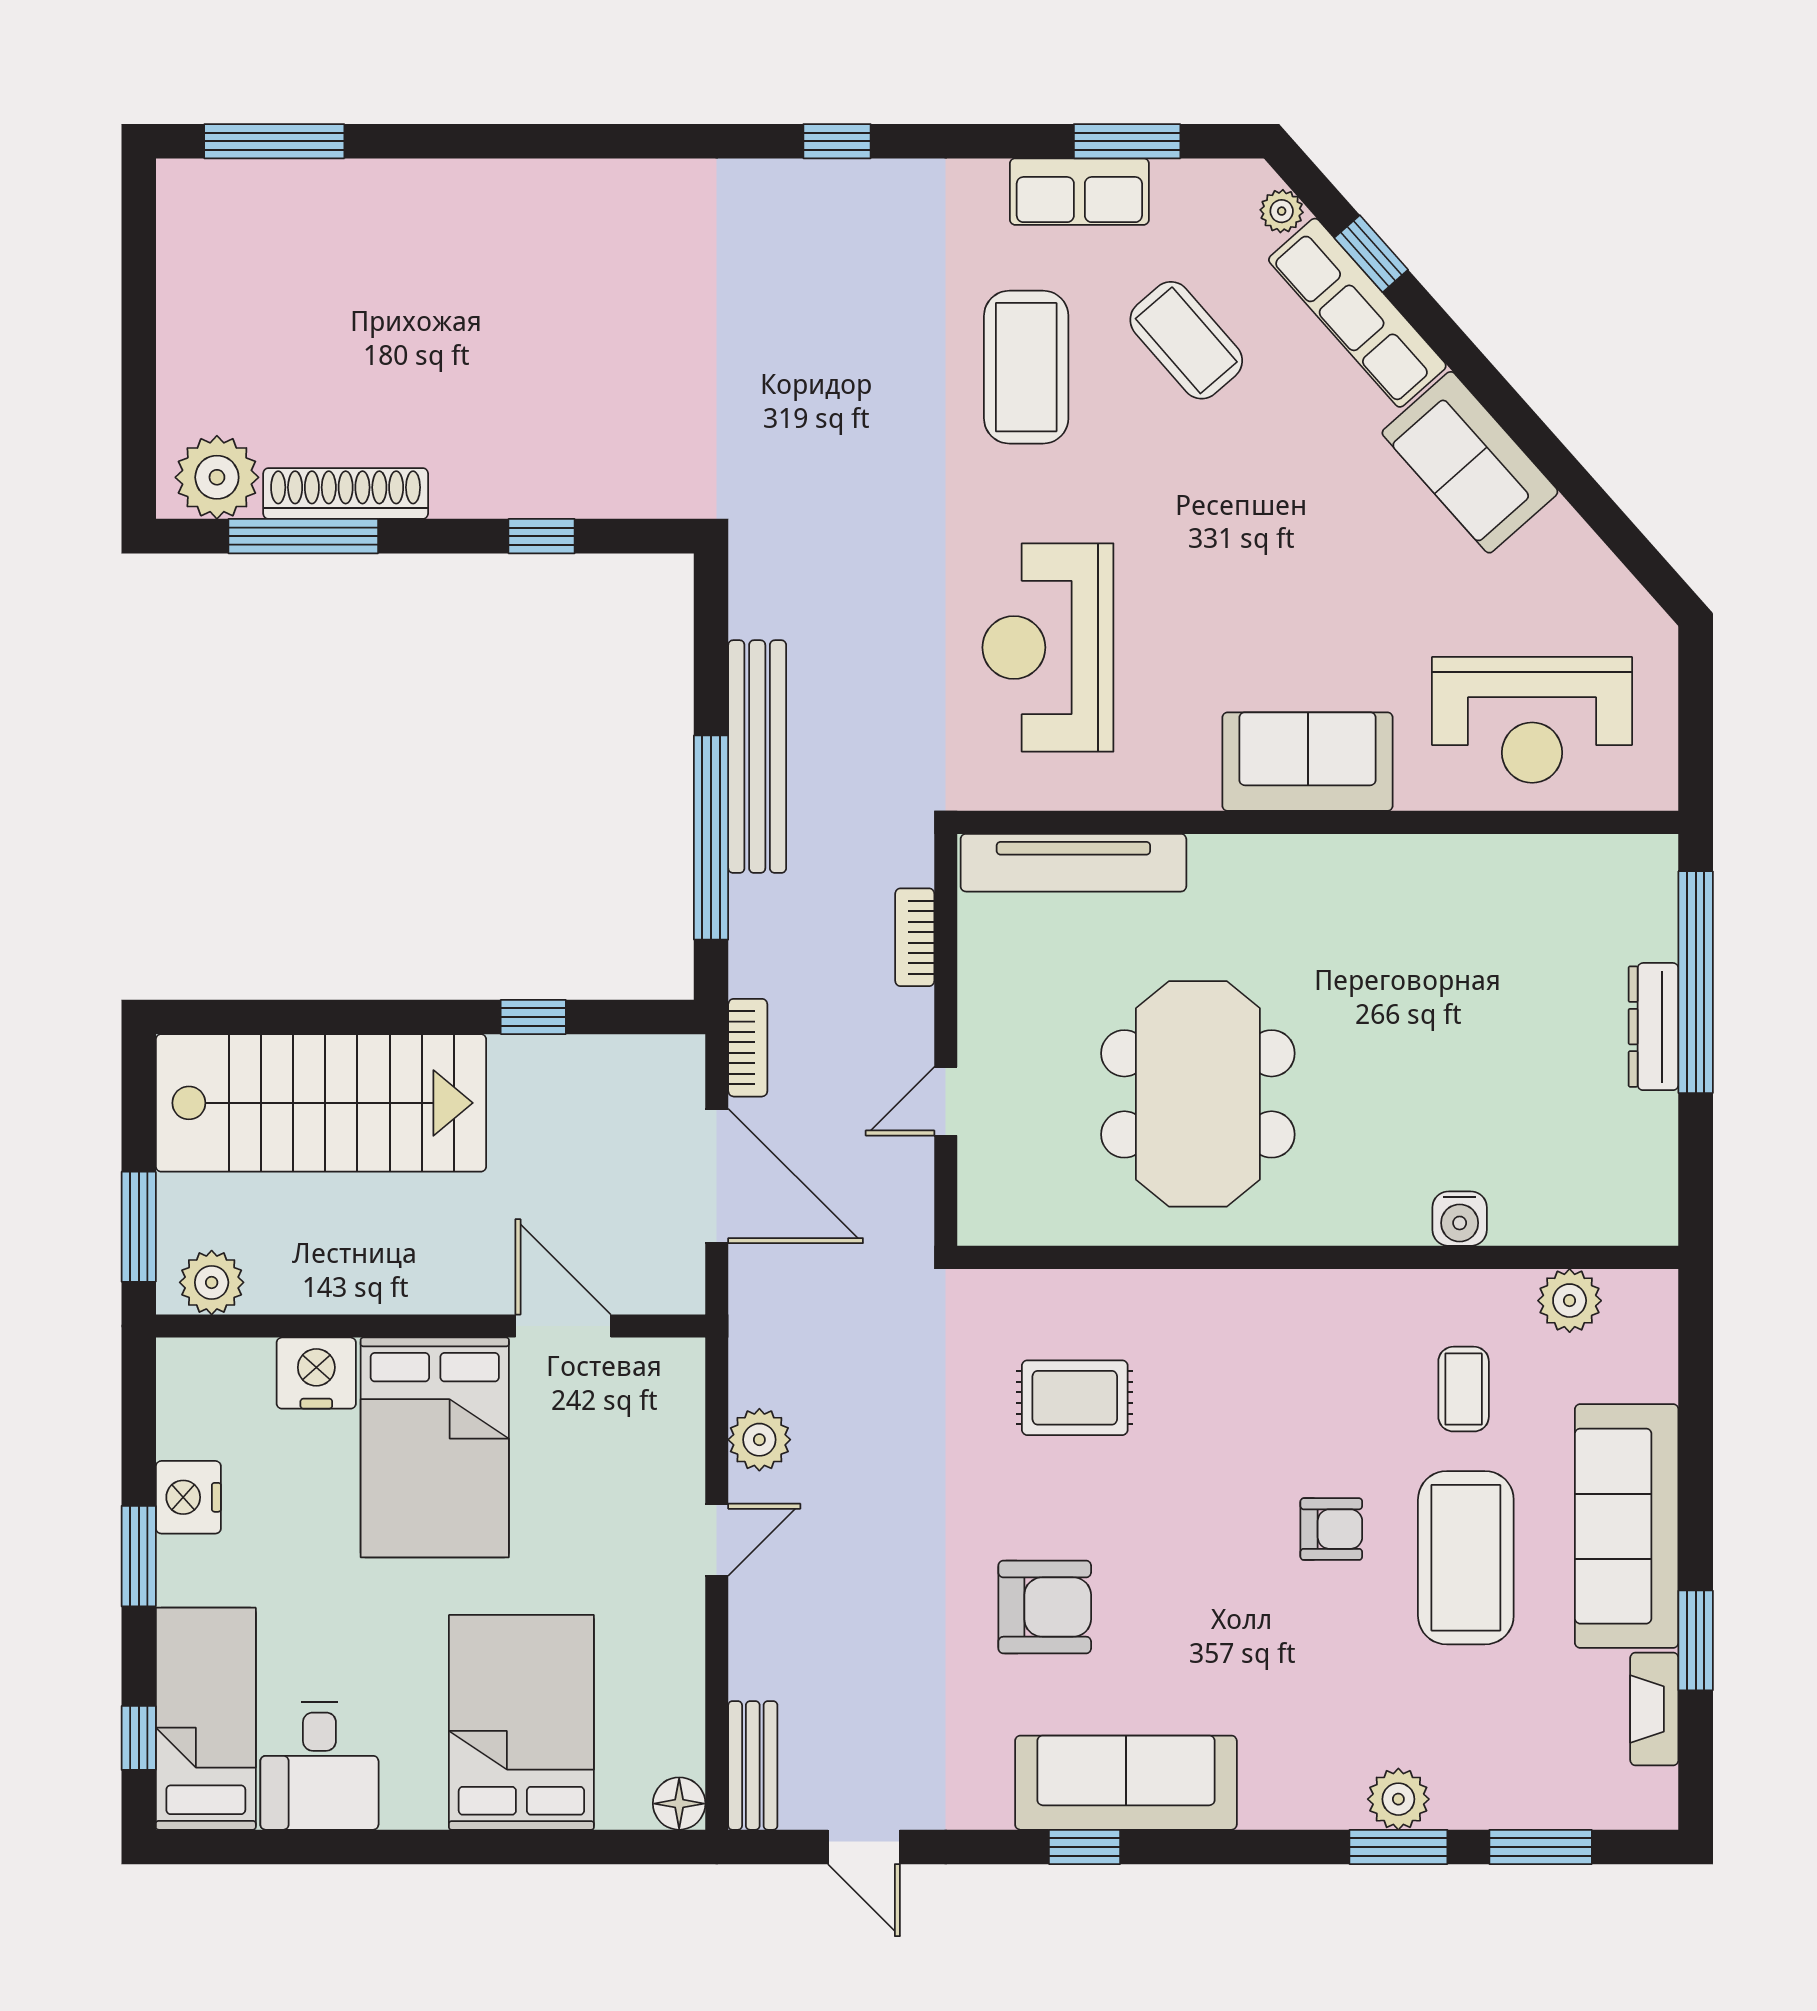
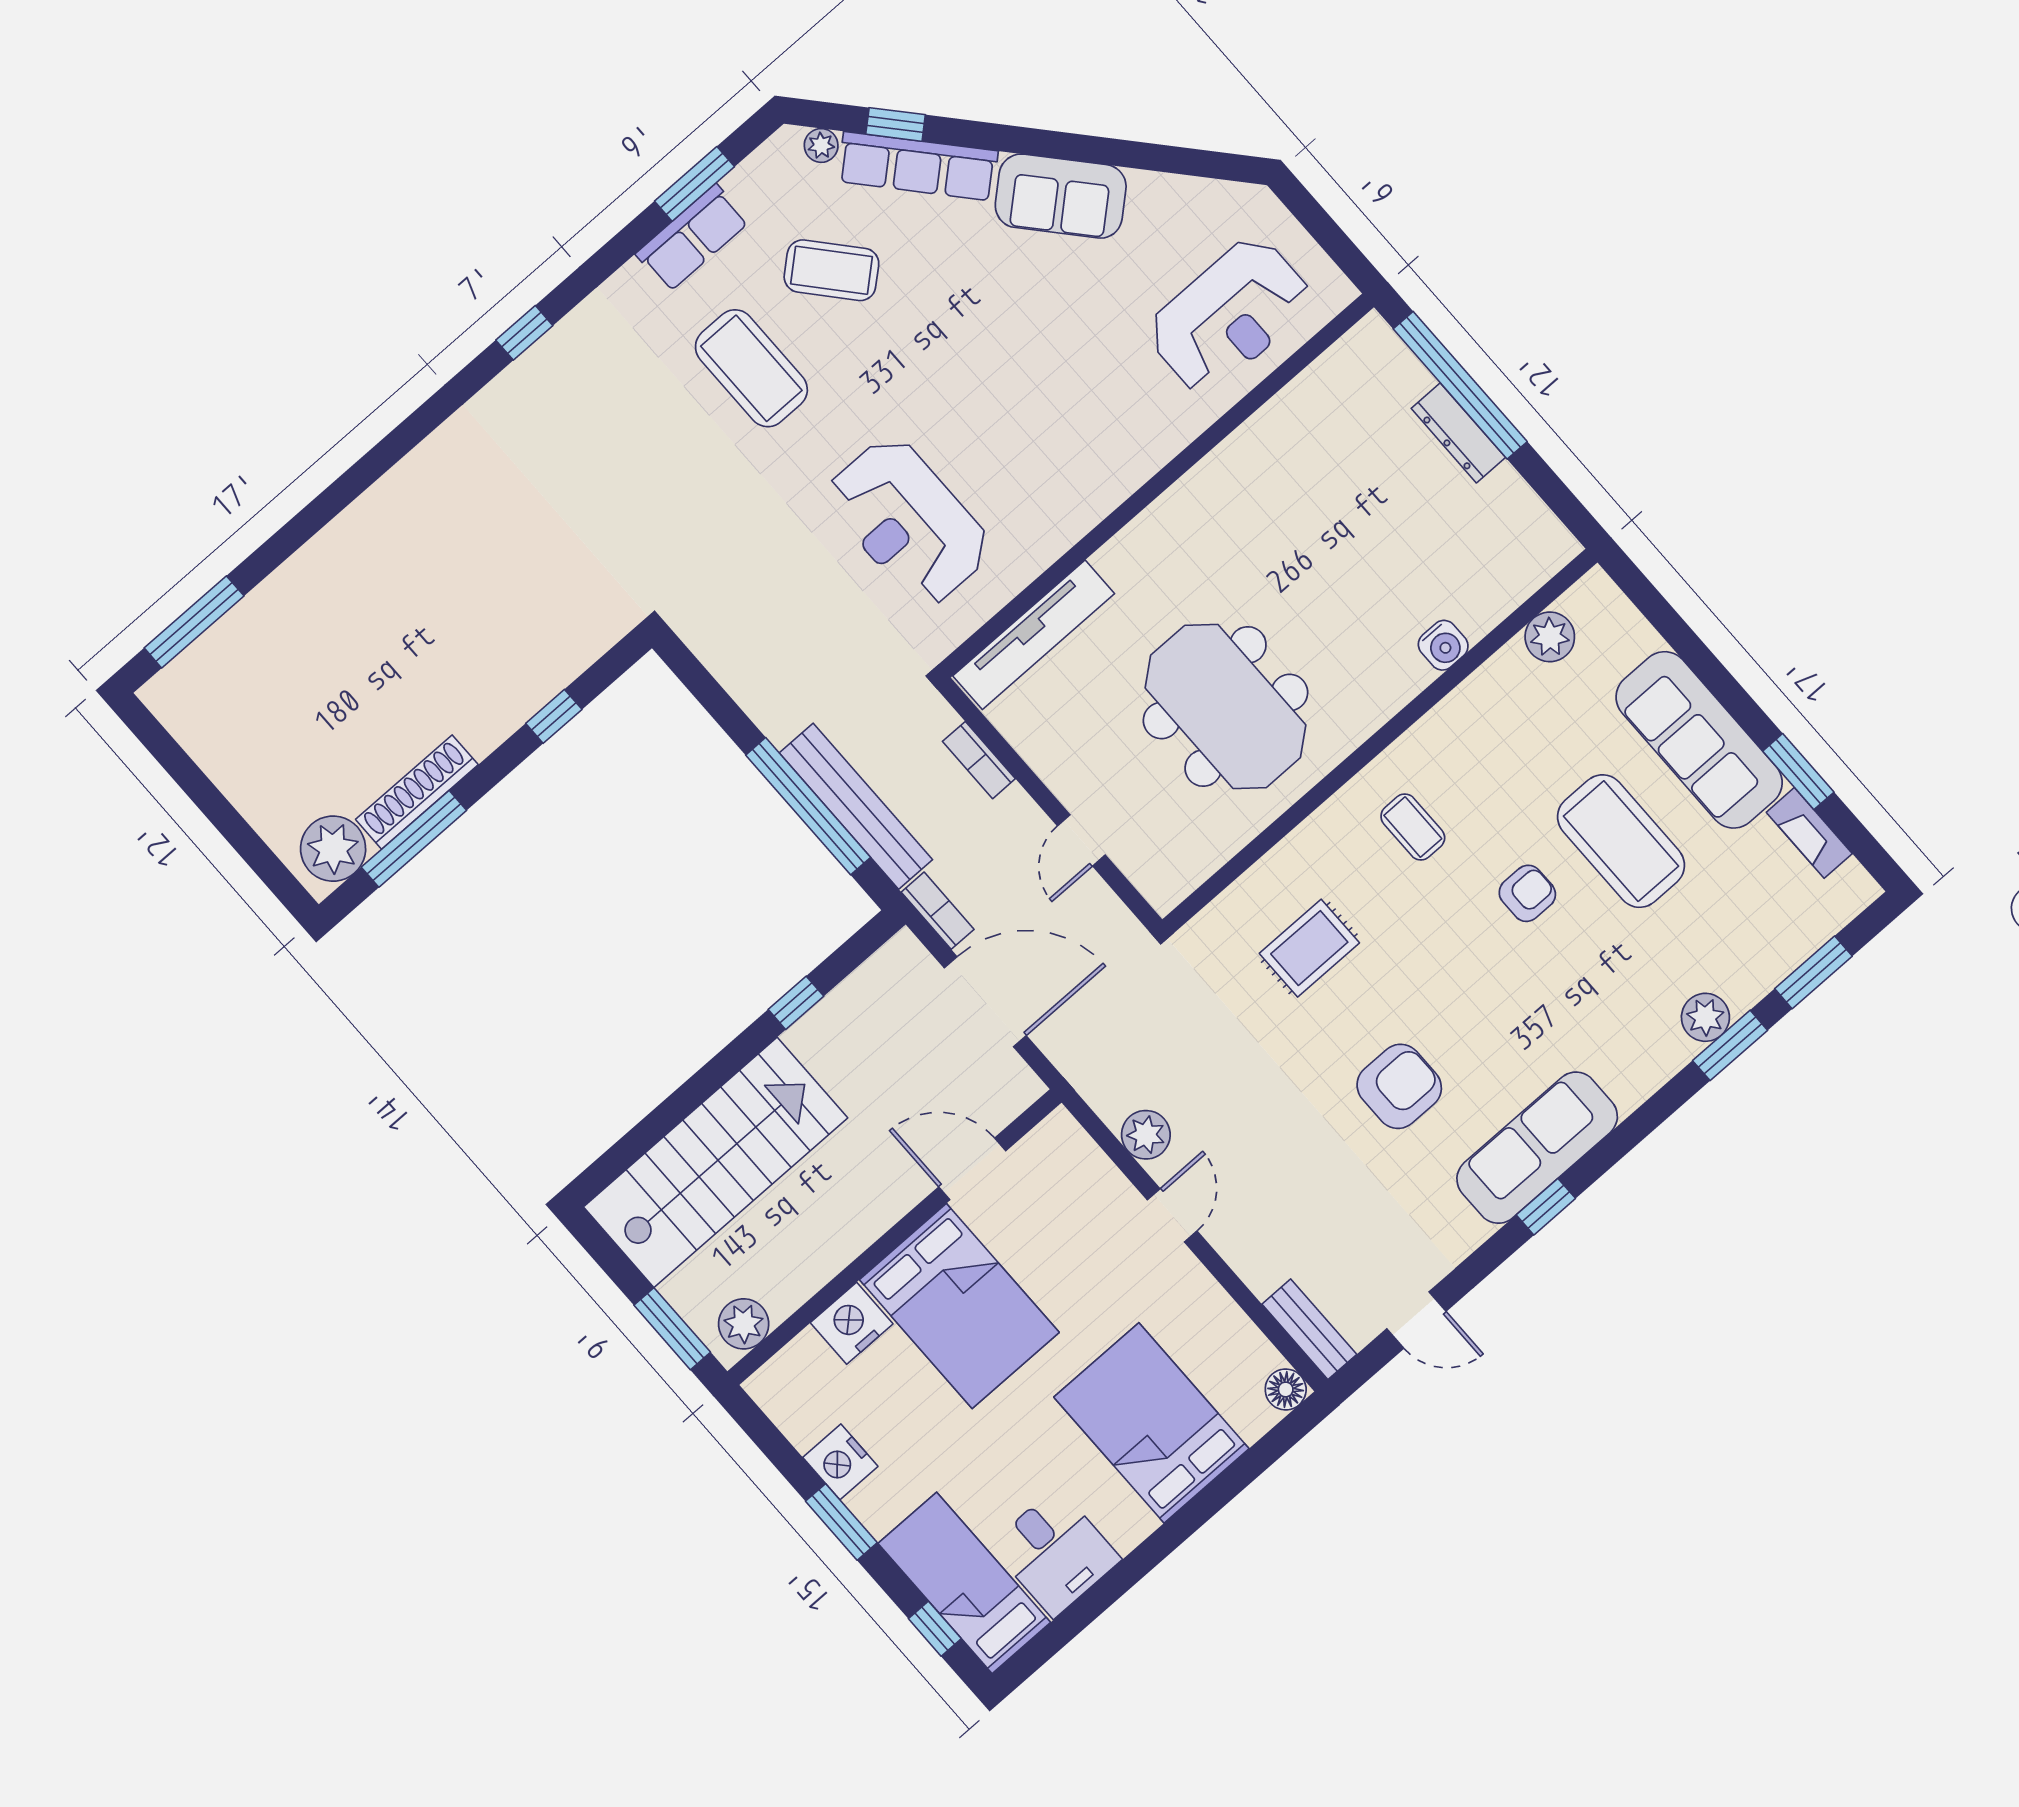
bench: (757, 757) -> (856, 806), moved
sofa: (1308, 762) -> (1119, 455), removed
coffee table: (1464, 1389) -> (1413, 827), moved

